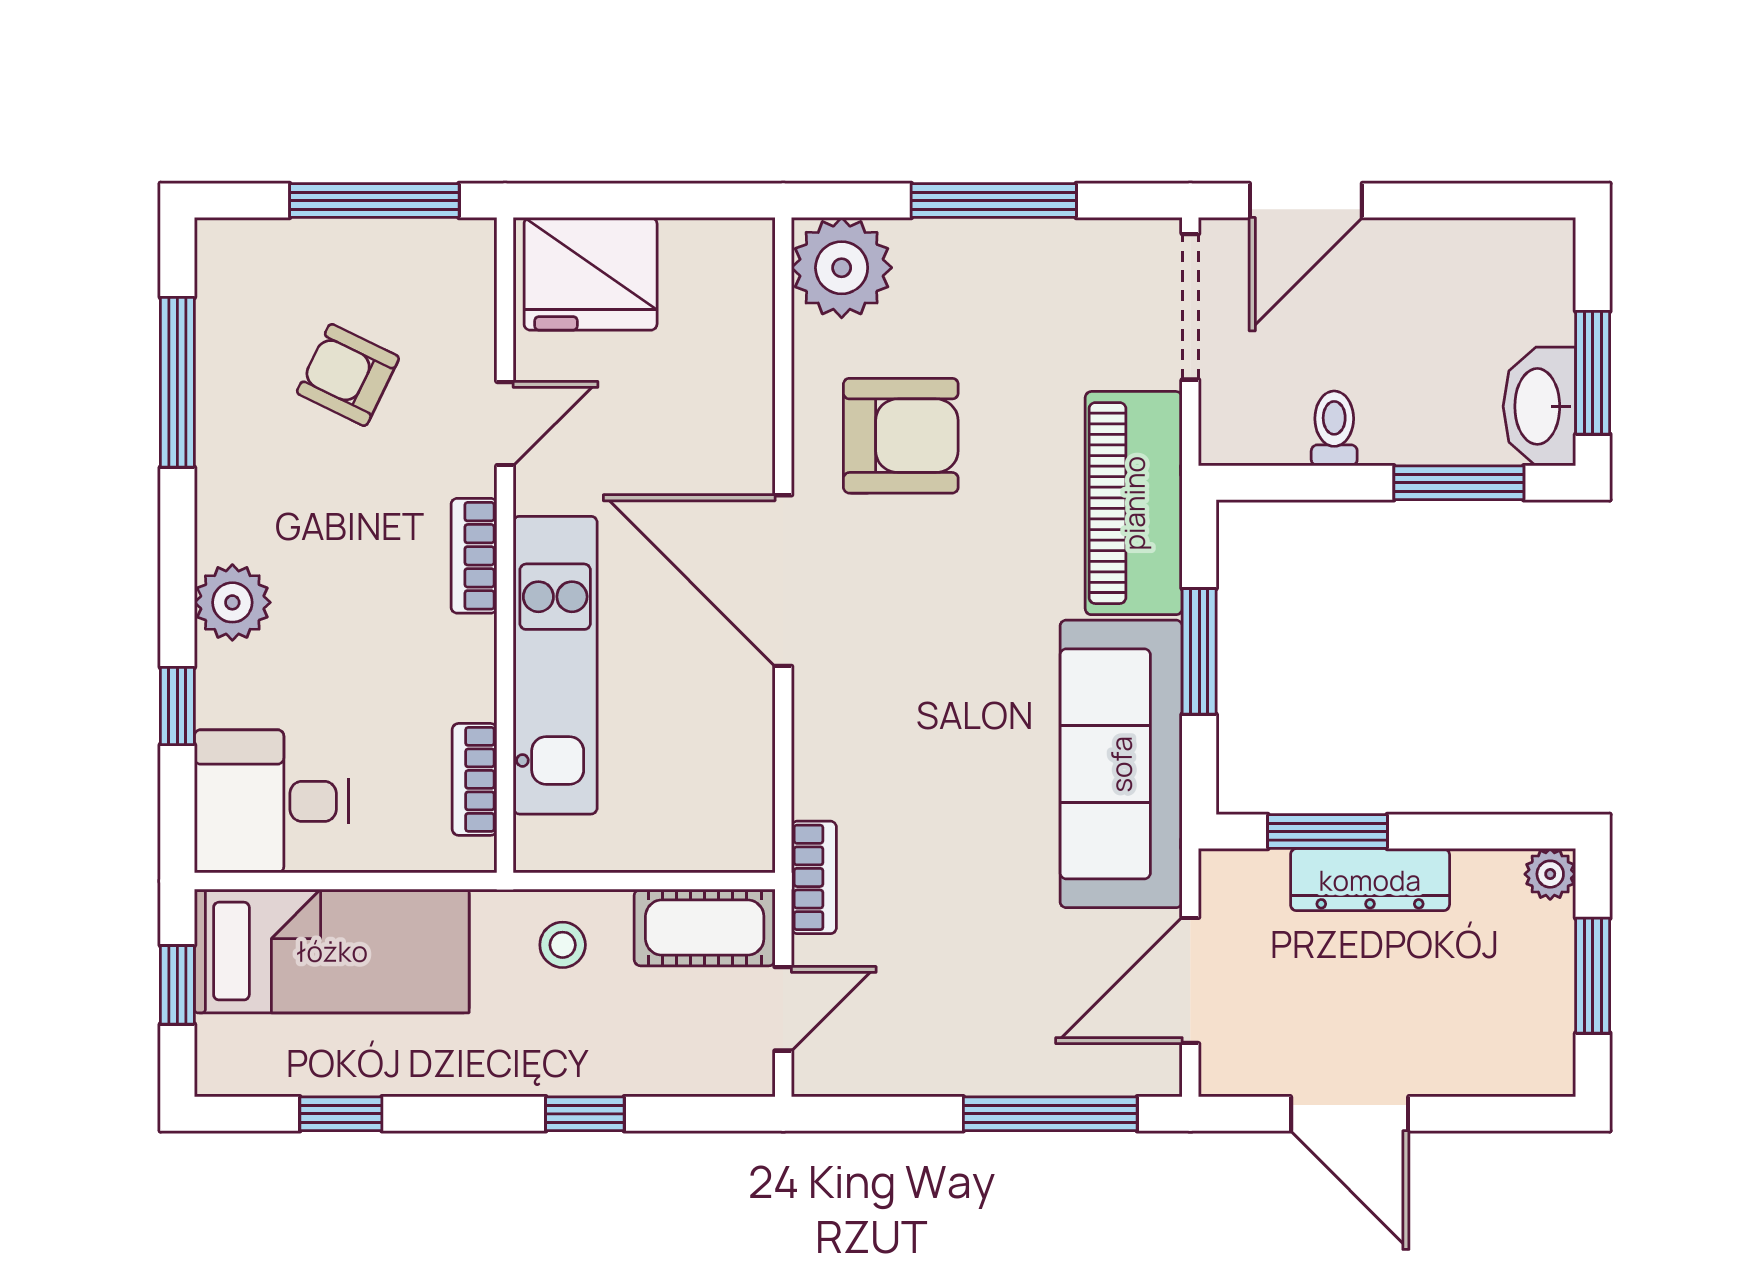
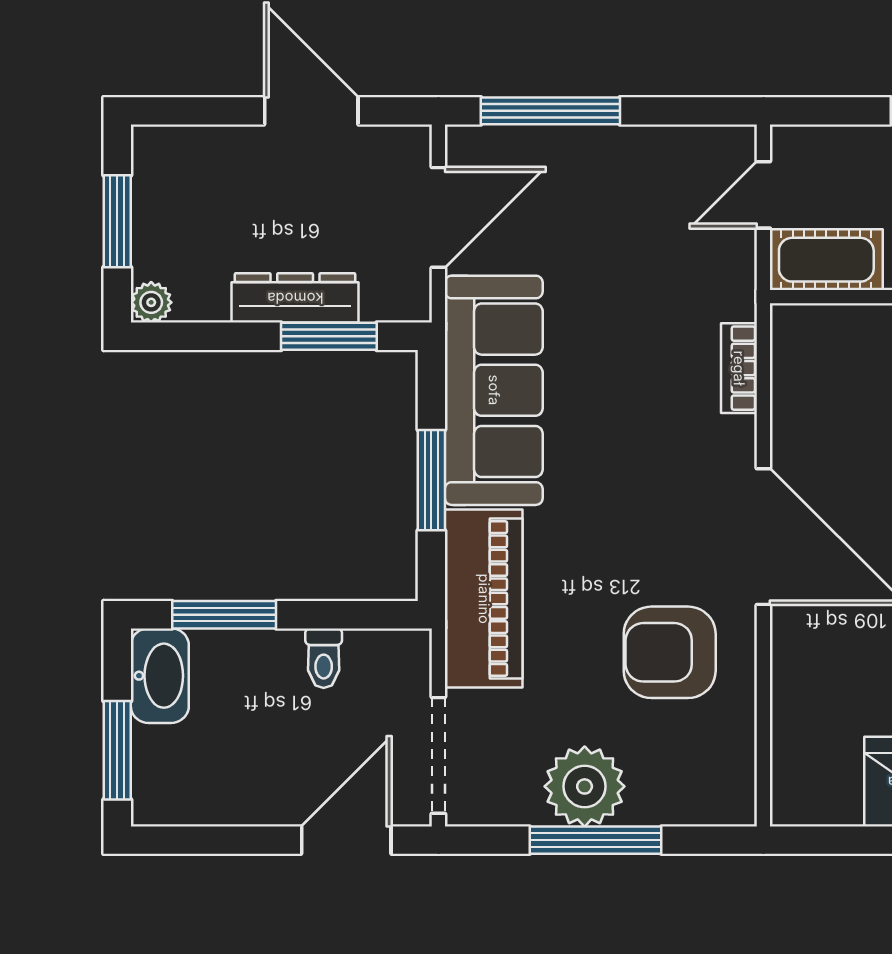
plant: (842, 268) -> (585, 786), moved
window: (1593, 373) -> (117, 750), moved
bookcase: (814, 877) -> (739, 368), moved

